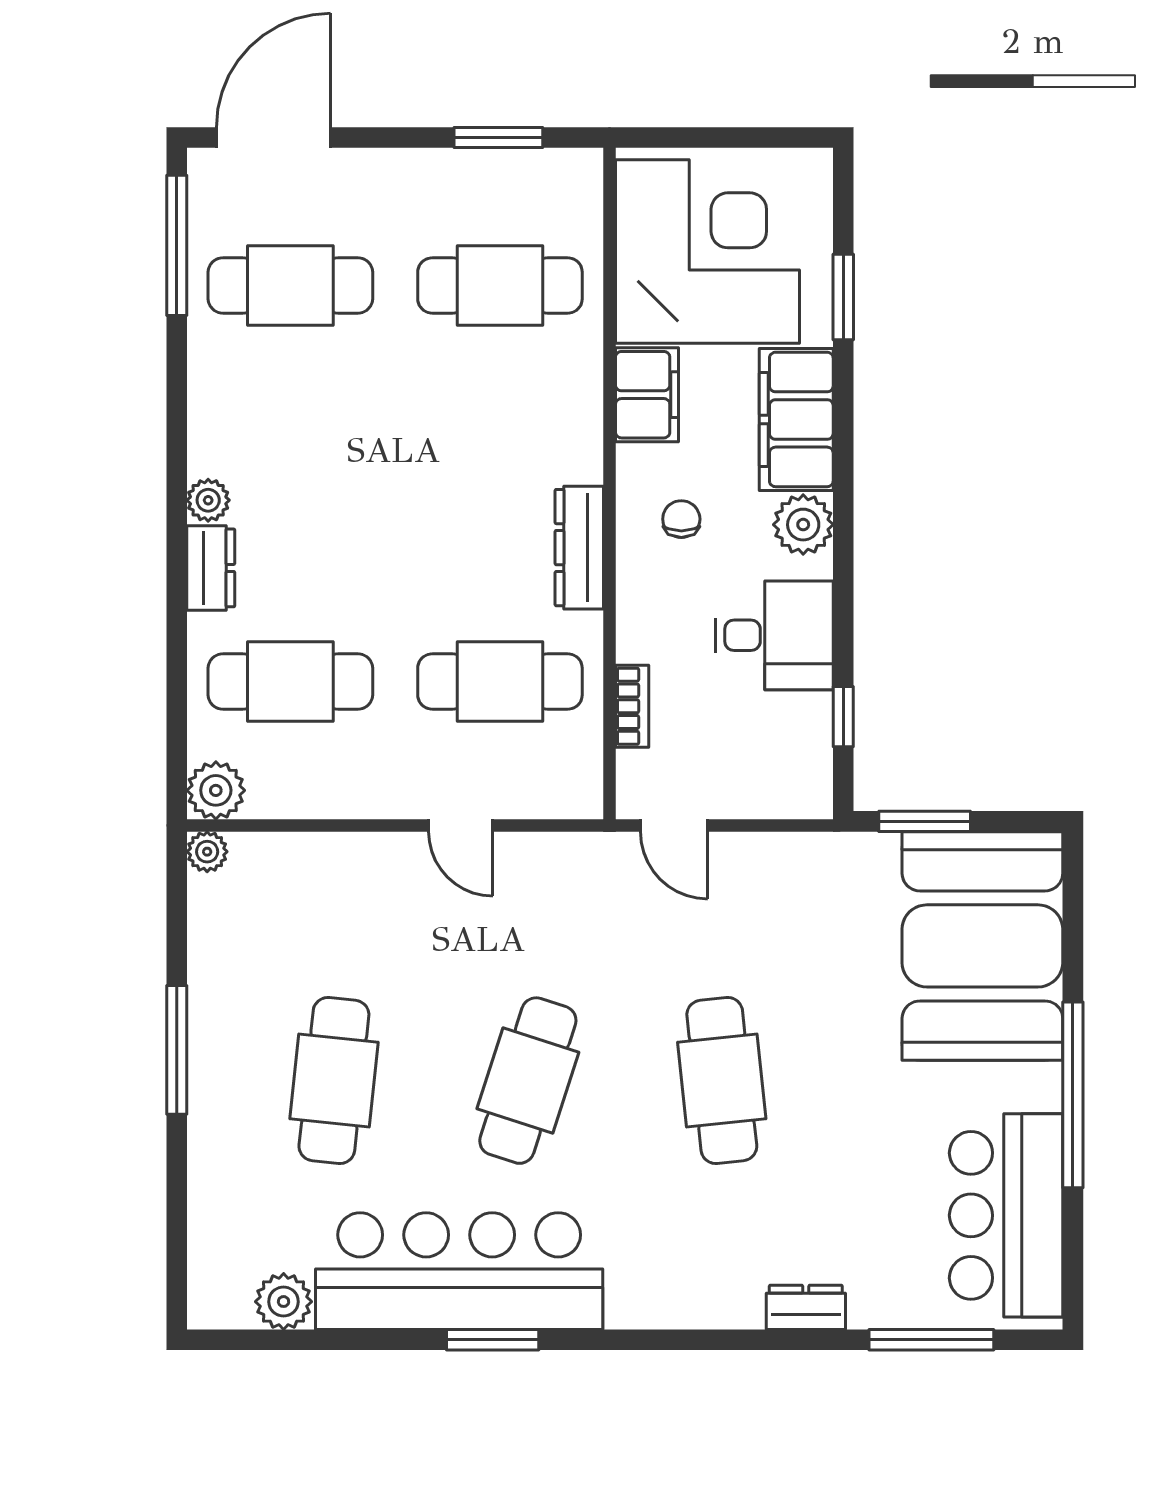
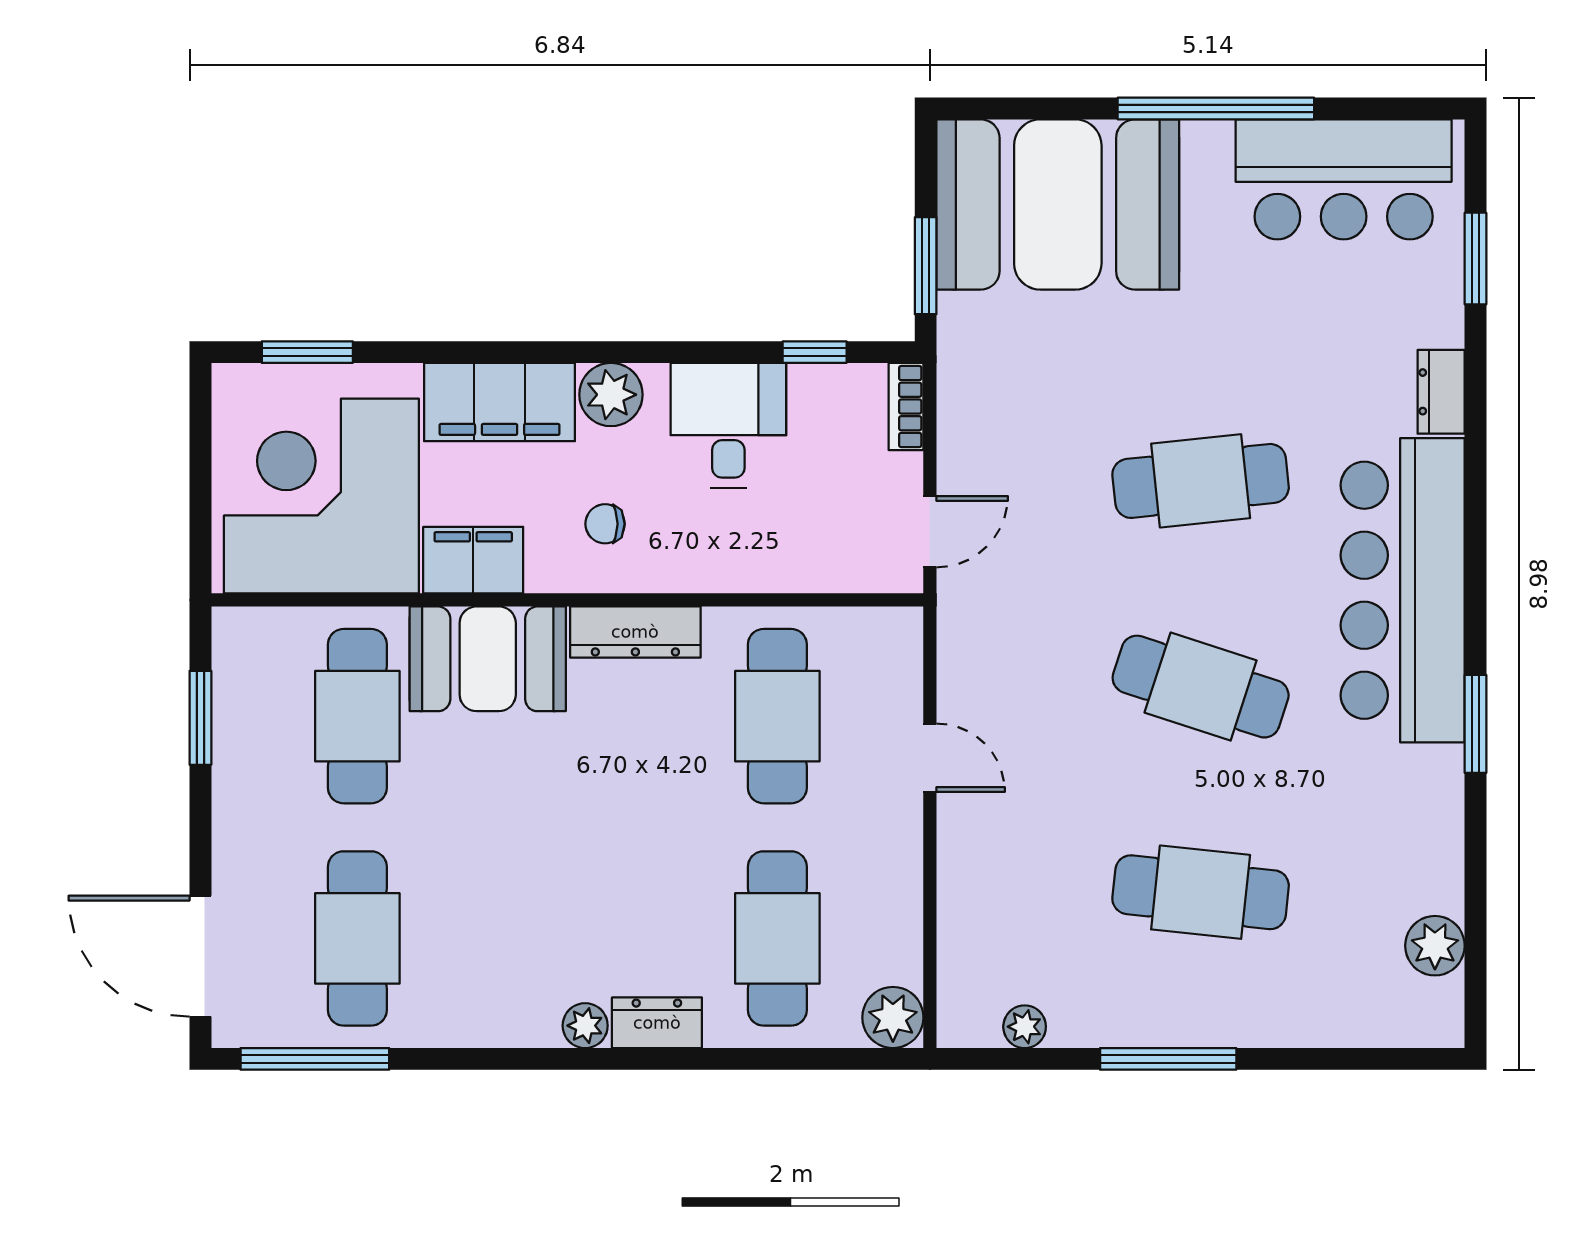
window: (843, 297) -> (307, 352), moved
booth: (554, 408) -> (488, 659), added
bookcase: (632, 706) -> (906, 407), moved, turned -90
door: (461, 825) -> (930, 758), hinge flipped
plant: (207, 852) -> (1025, 1027), moved
bar counter: (459, 1271) -> (1403, 590), moved
window: (931, 1340) -> (1476, 259), width x0.69

